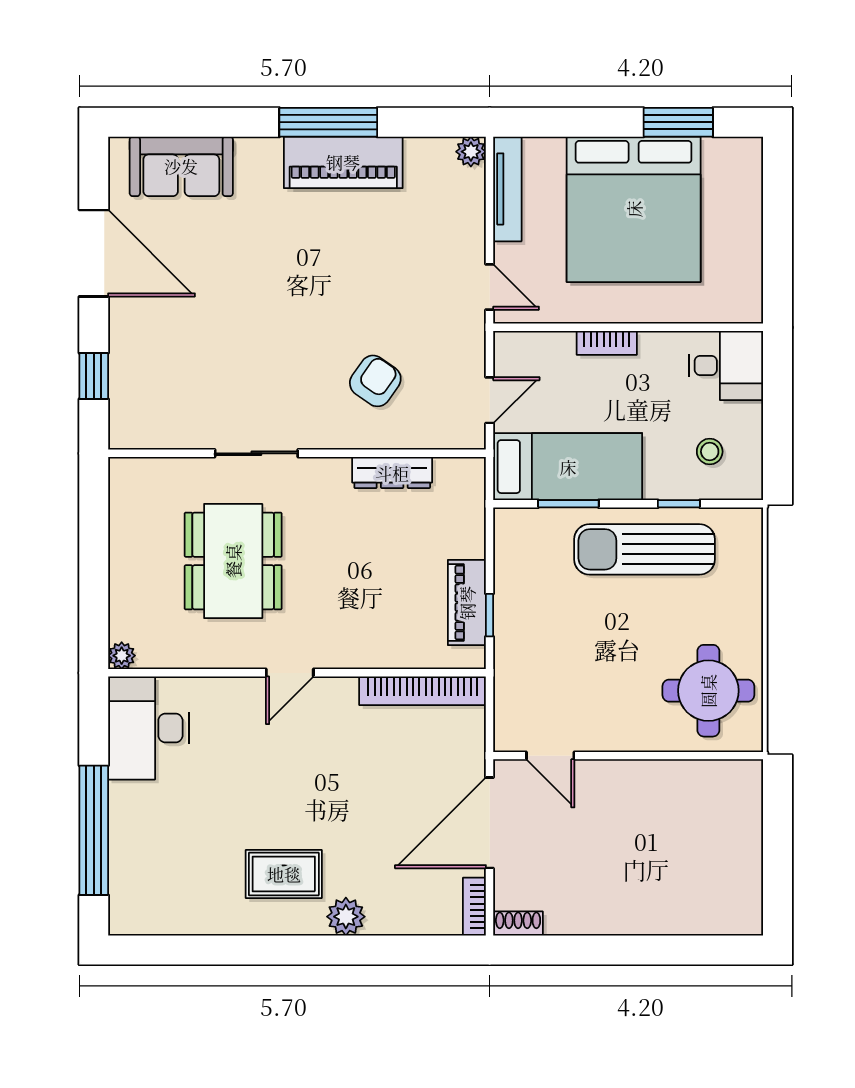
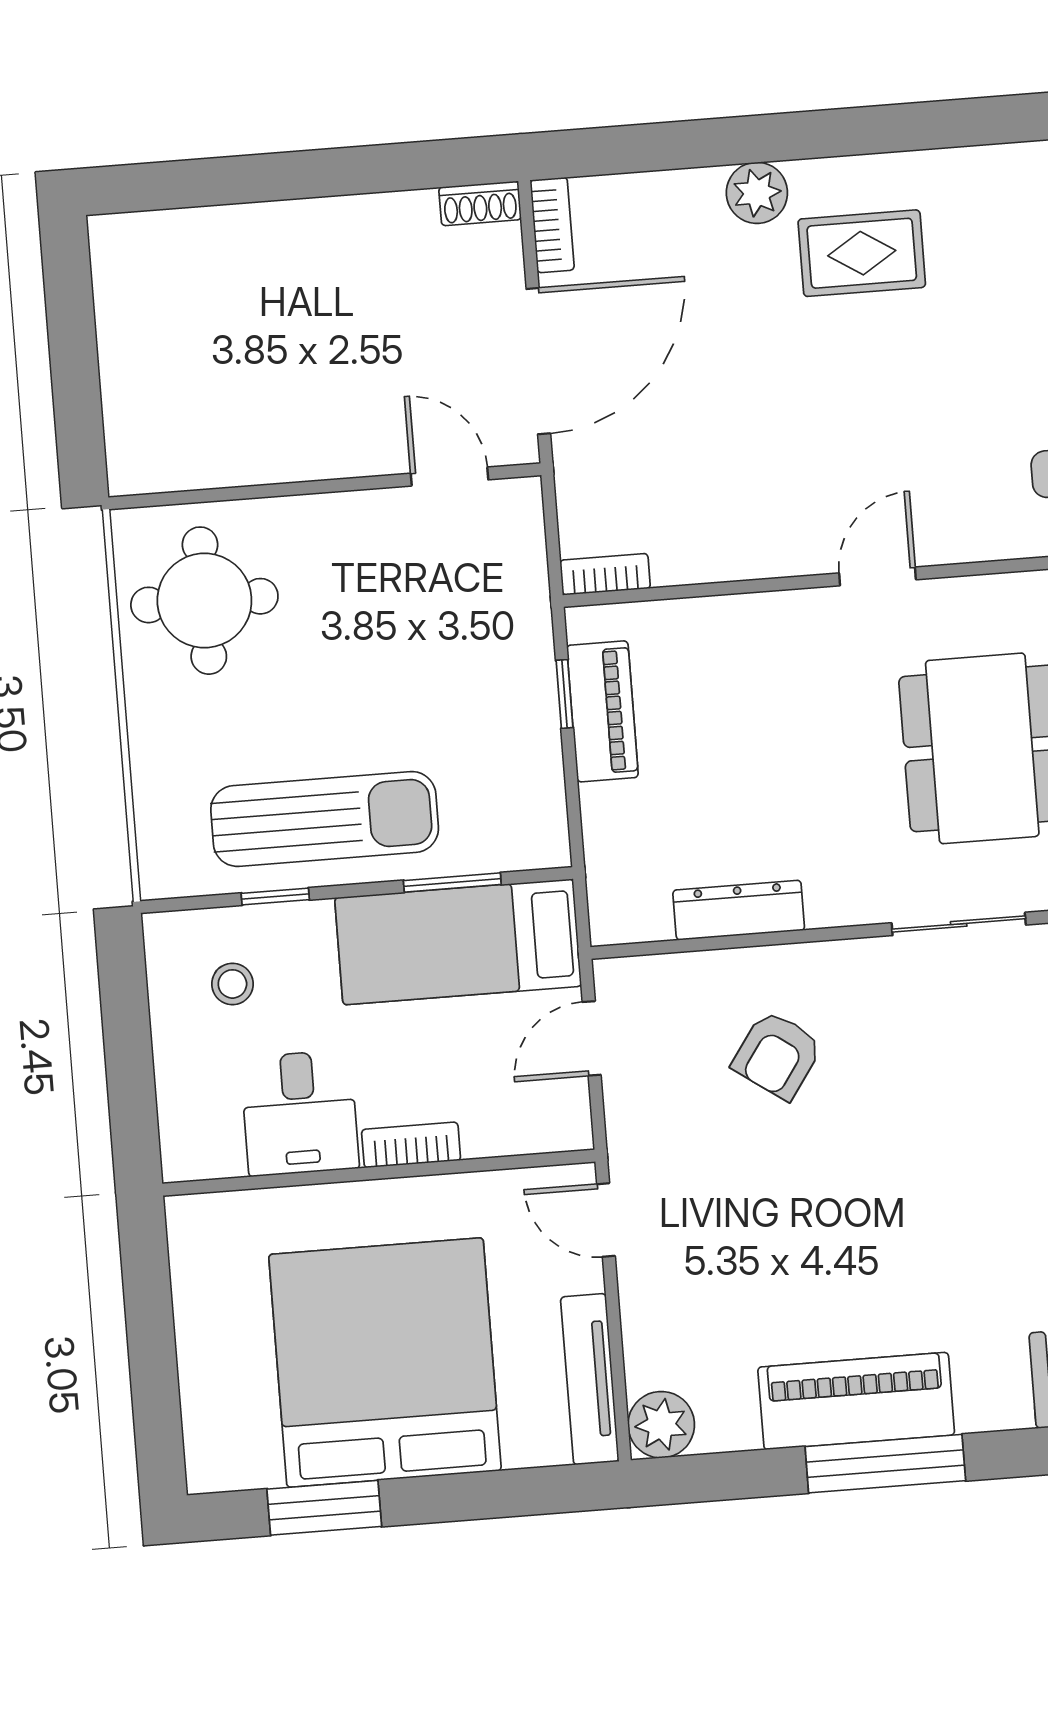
plant: (471, 152) -> (661, 1425), width x1.38, depth x1.38
desk: (726, 365) -> (300, 1113), moved, turned -90
bookcase: (423, 691) -> (605, 574), width x0.43, depth x0.76

